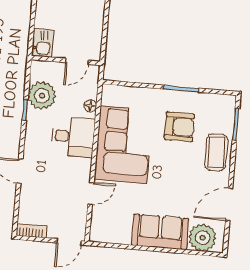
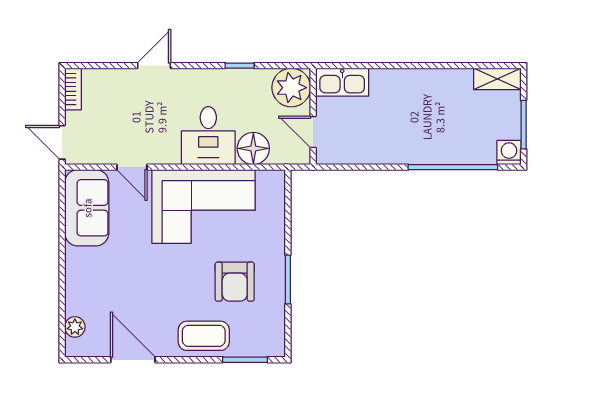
kitchen sink: (43, 43) -> (342, 82), width x1.38
plant: (42, 96) -> (291, 88), moved
floor lamp: (90, 106) -> (253, 148), width x1.89, depth x1.89
sofa: (160, 232) -> (87, 208), moved
plant: (203, 238) -> (75, 327), width x0.53, depth x0.53

